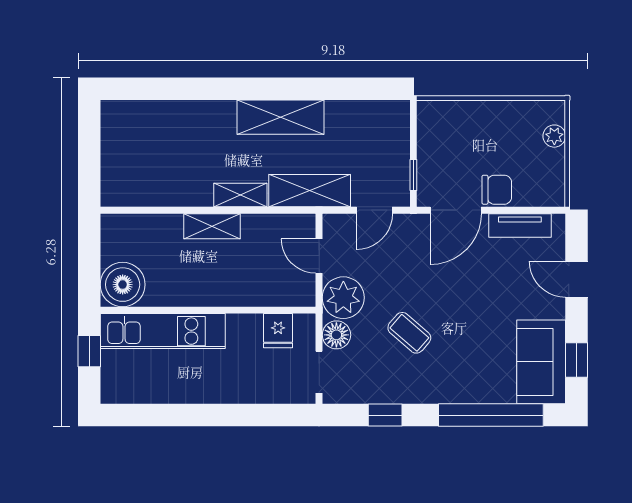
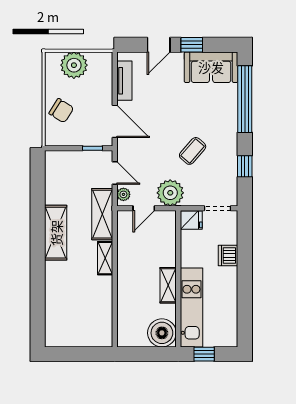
plant: (554, 136) -> (74, 65), width x1.87, depth x1.87
chair: (497, 190) -> (61, 111), moved, turned 122
plant: (341, 224) -> (123, 194), added
shelving: (212, 226) -> (168, 285), moved
fridge: (278, 331) -> (191, 220), moved
floor lamp: (336, 335) -> (194, 197), removed
window: (577, 360) -> (192, 45), moved
dishwasher: (245, 389) -> (228, 255), added

